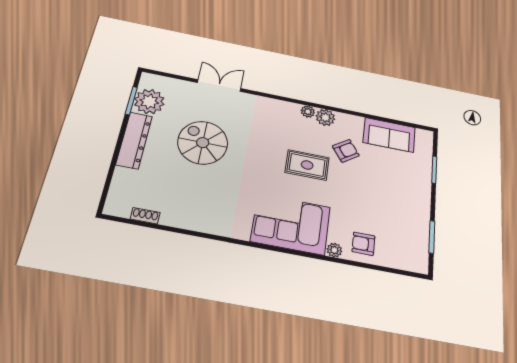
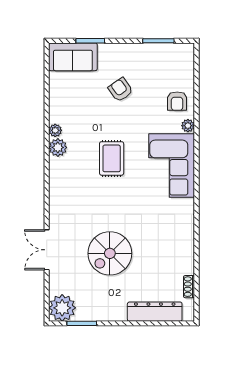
plant: (149, 101) -> (62, 308), moved
plant: (308, 112) -> (55, 130), moved
sofa: (389, 135) -> (73, 57), moved, turned 90
dresser: (134, 140) -> (155, 312), moved
armchair: (346, 151) -> (120, 90), moved

